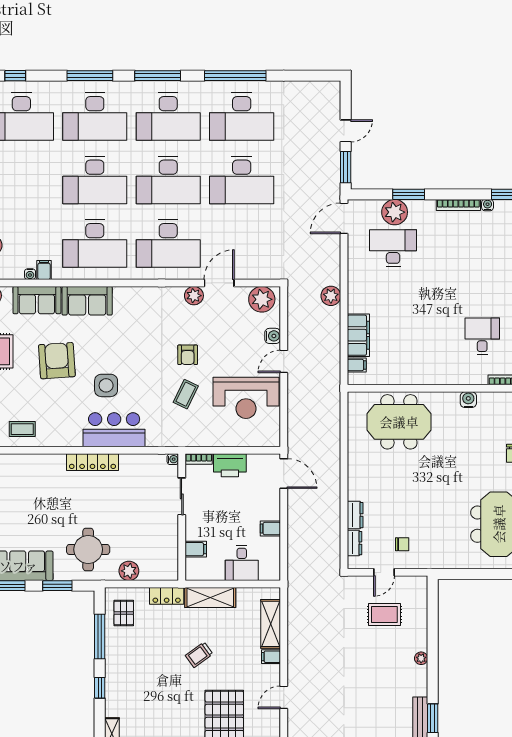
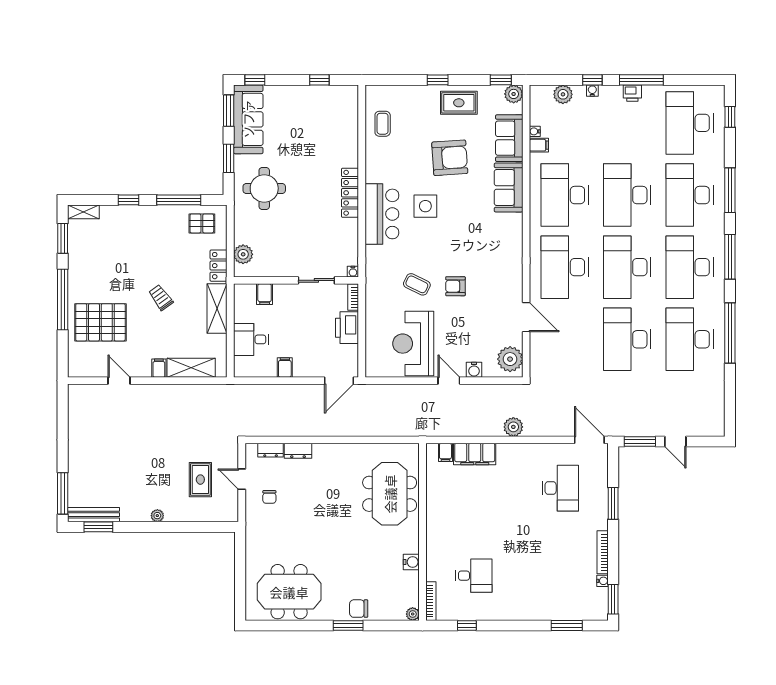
plant: (395, 212) -> (596, 490), removed
plant: (194, 296) -> (514, 292), removed
plant: (129, 571) -> (243, 254), moved

